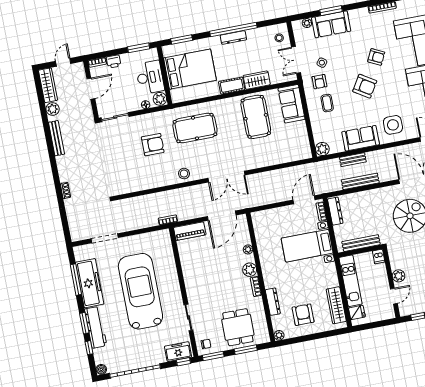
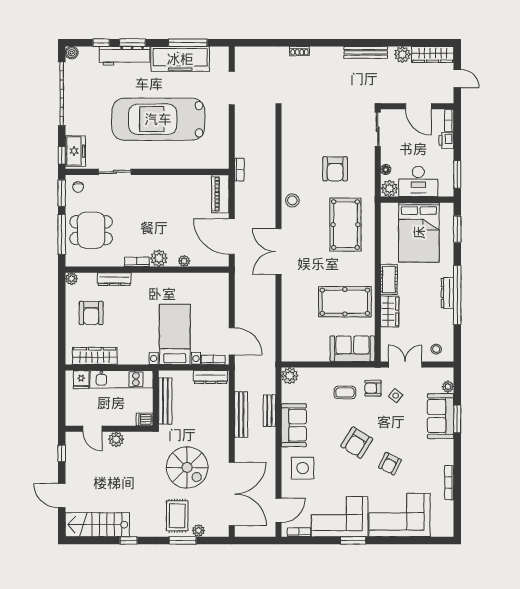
car: (140, 291) -> (158, 119), turned 180
armchair: (303, 315) -> (91, 313), turned 90
window: (246, 350) -> (62, 234), width x1.44

